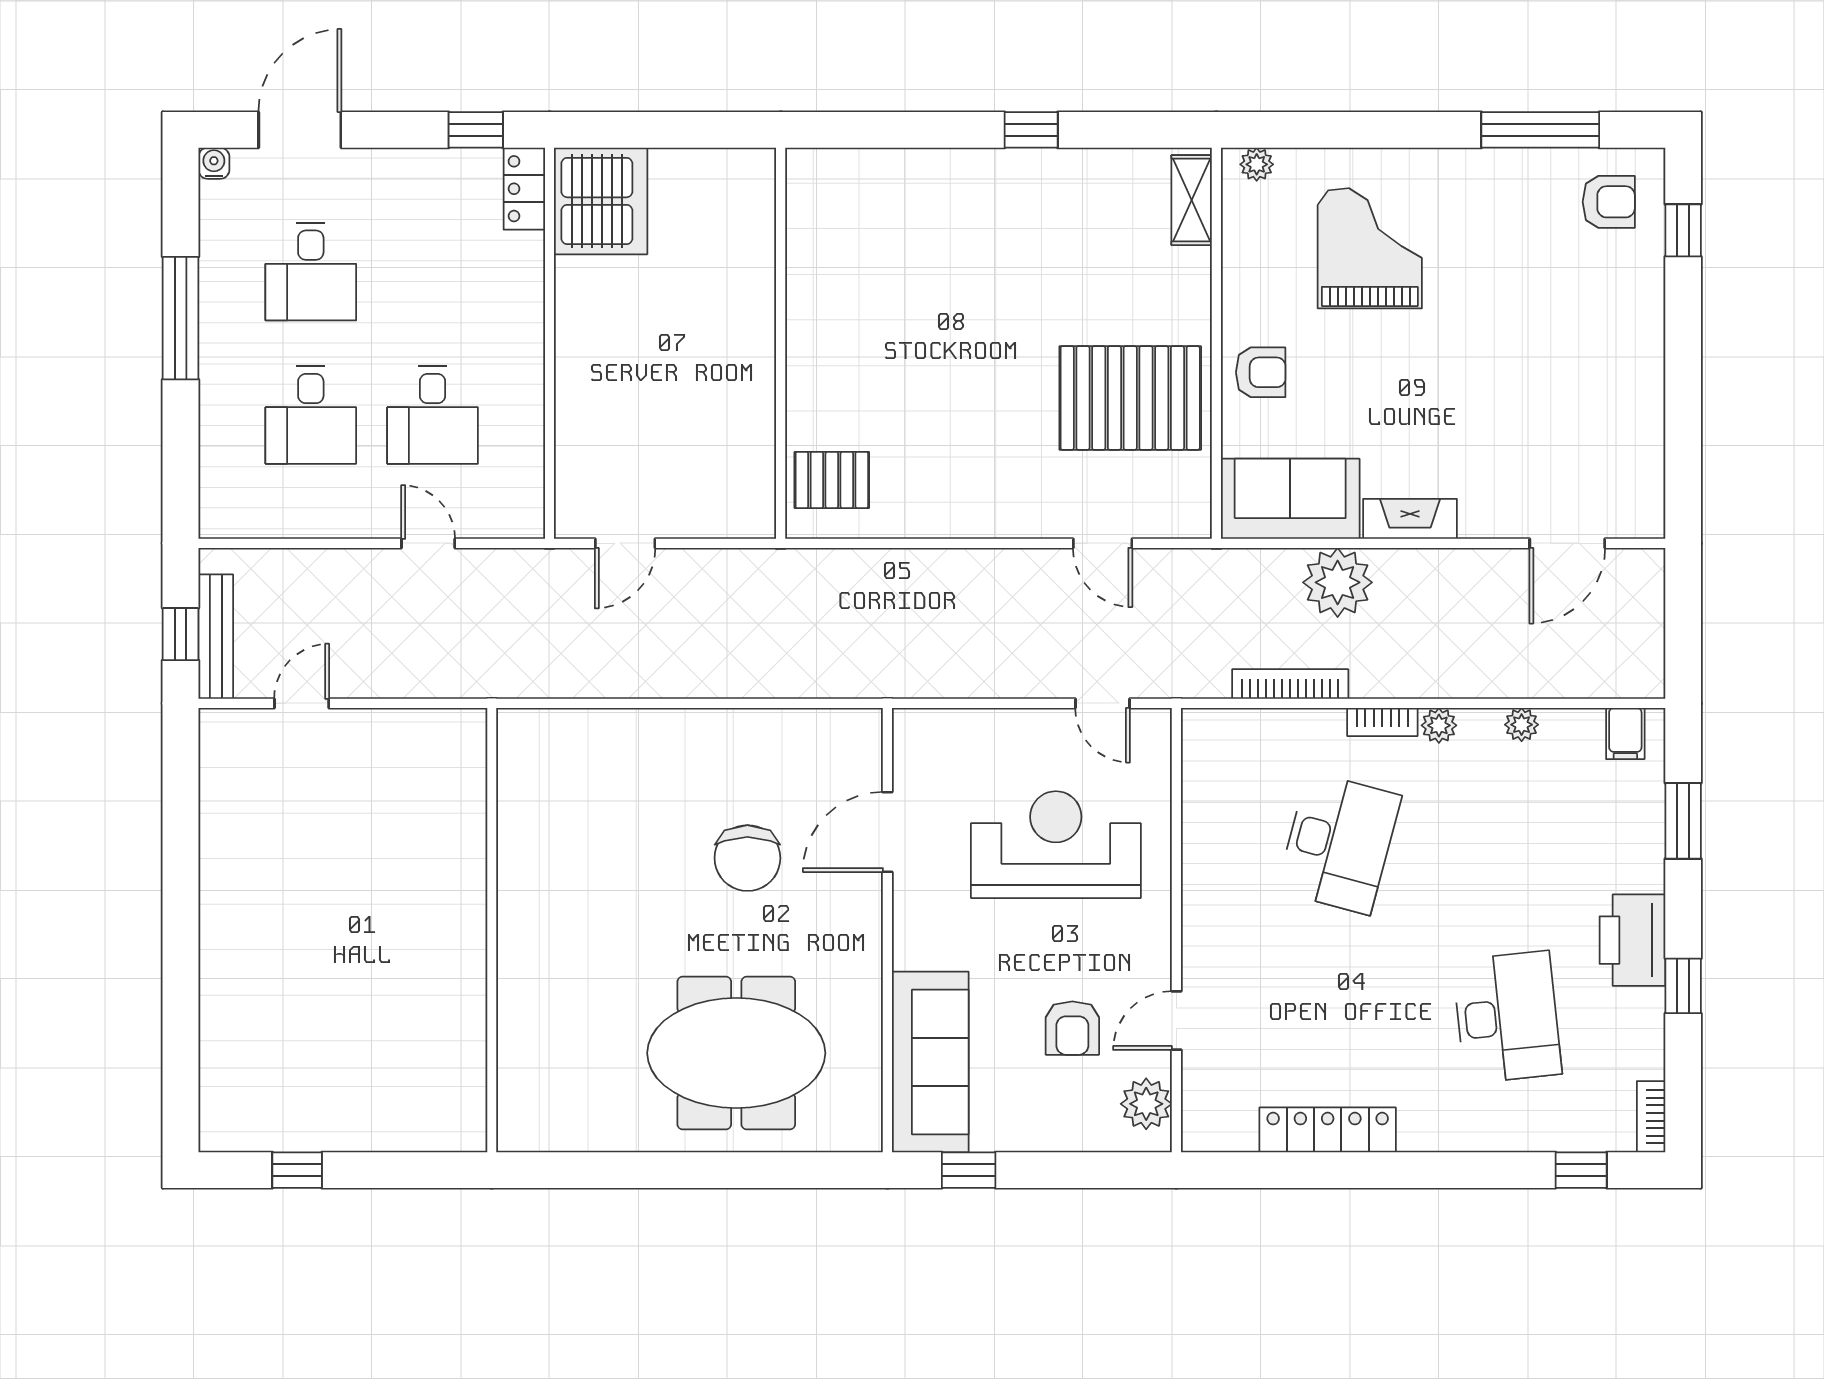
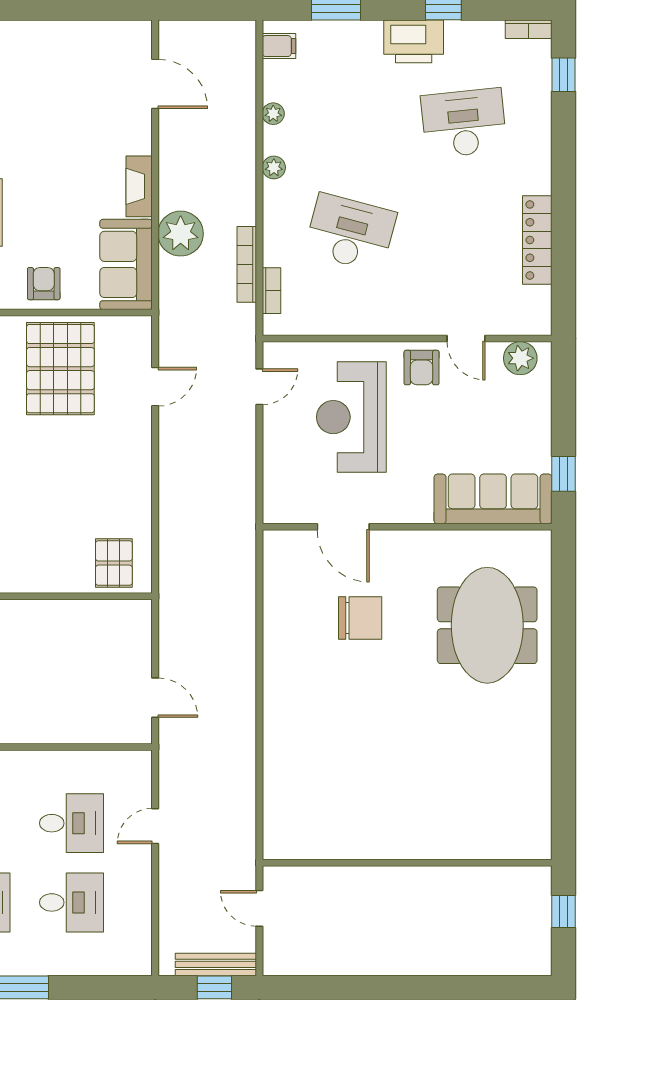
bookcase: (1382, 722) -> (271, 291), moved
wall: (492, 930) -> (407, 863), moved
armchair: (1072, 1028) -> (422, 368), moved, turned 90

